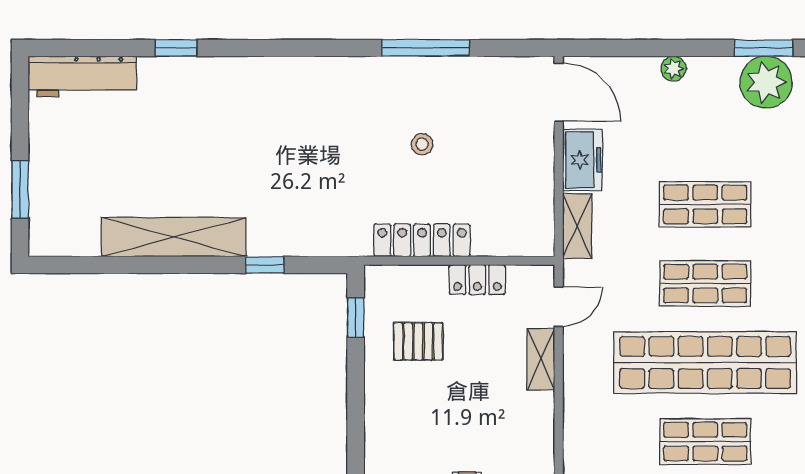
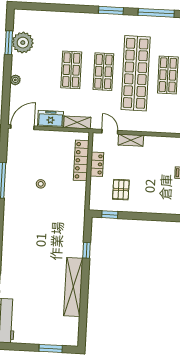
locker: (422, 240) -> (81, 160), moved

